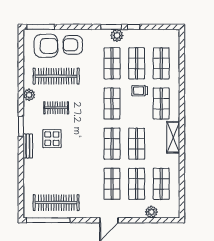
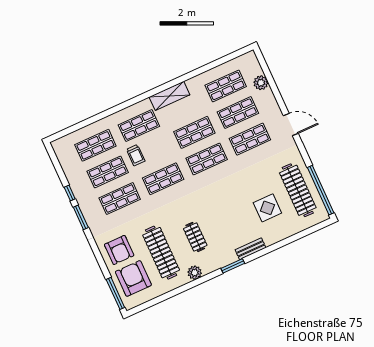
plant: (117, 35) -> (87, 207), removed
display table: (52, 139) -> (267, 208), moved

